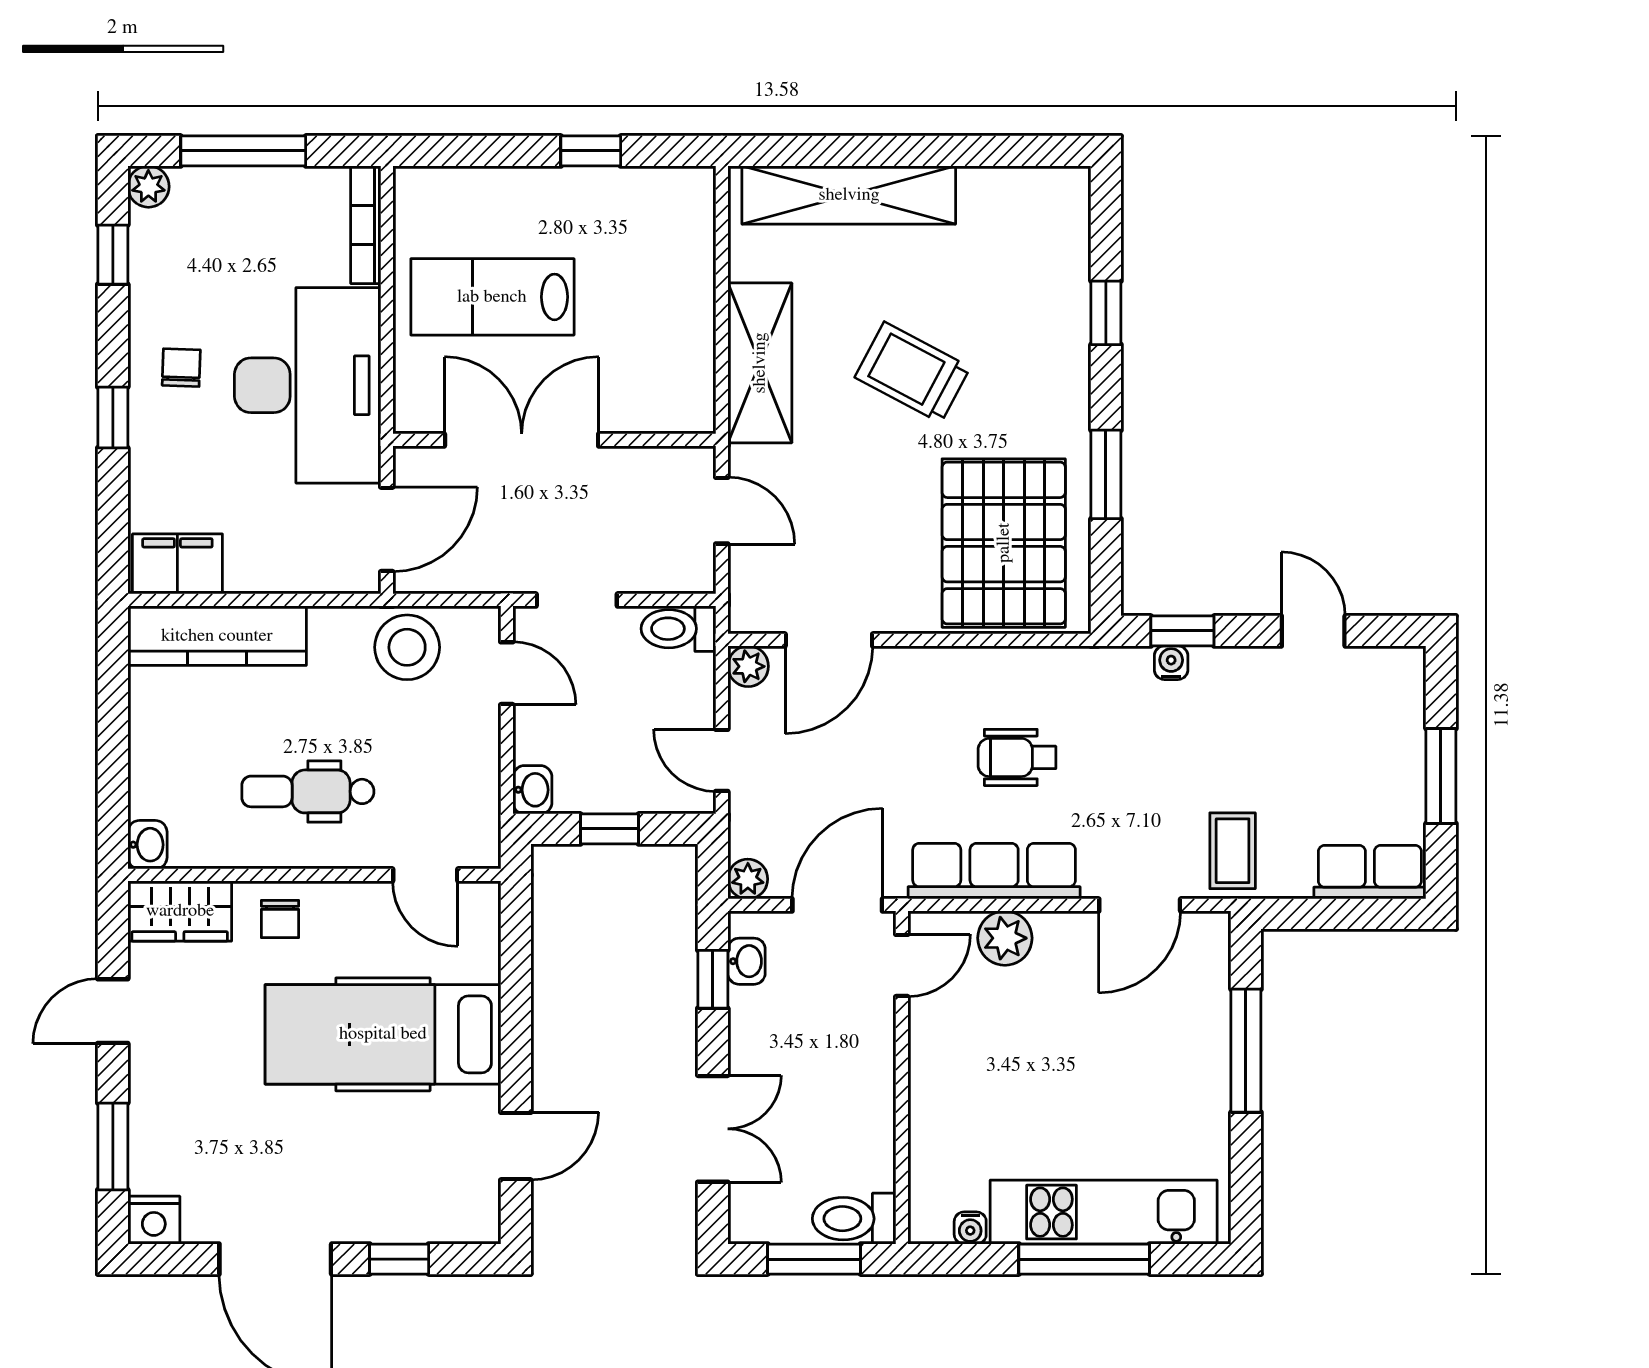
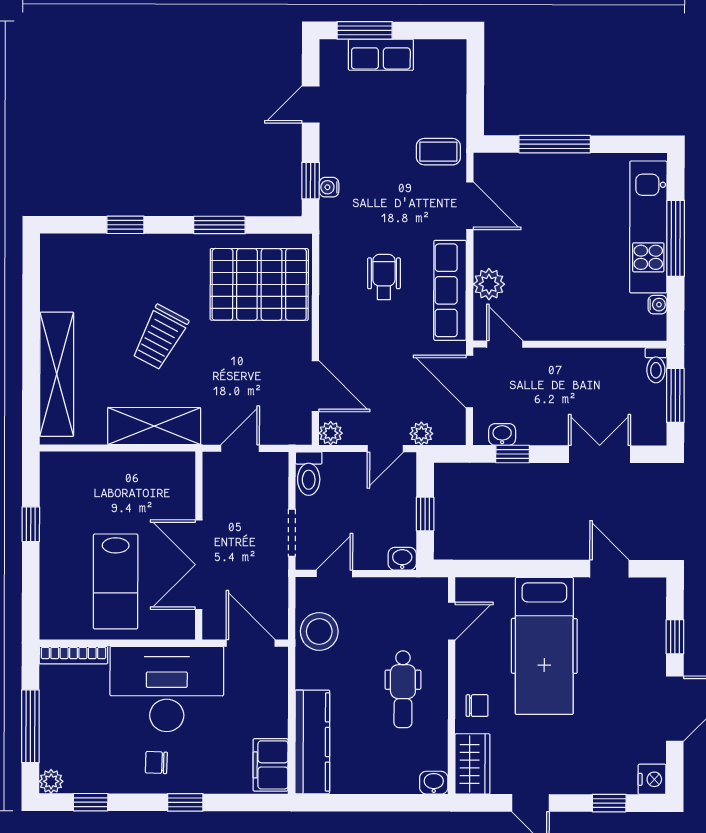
wheelchair: (1017, 757) -> (384, 277), turned 180
window: (1441, 776) -> (365, 30), moved
row of seats: (1370, 872) -> (381, 55), moved, turned -90
plant: (748, 879) -> (421, 434), moved
window: (113, 1146) -> (609, 803), width x0.67
toilet: (854, 1219) -> (656, 365), width x0.73, depth x0.72

